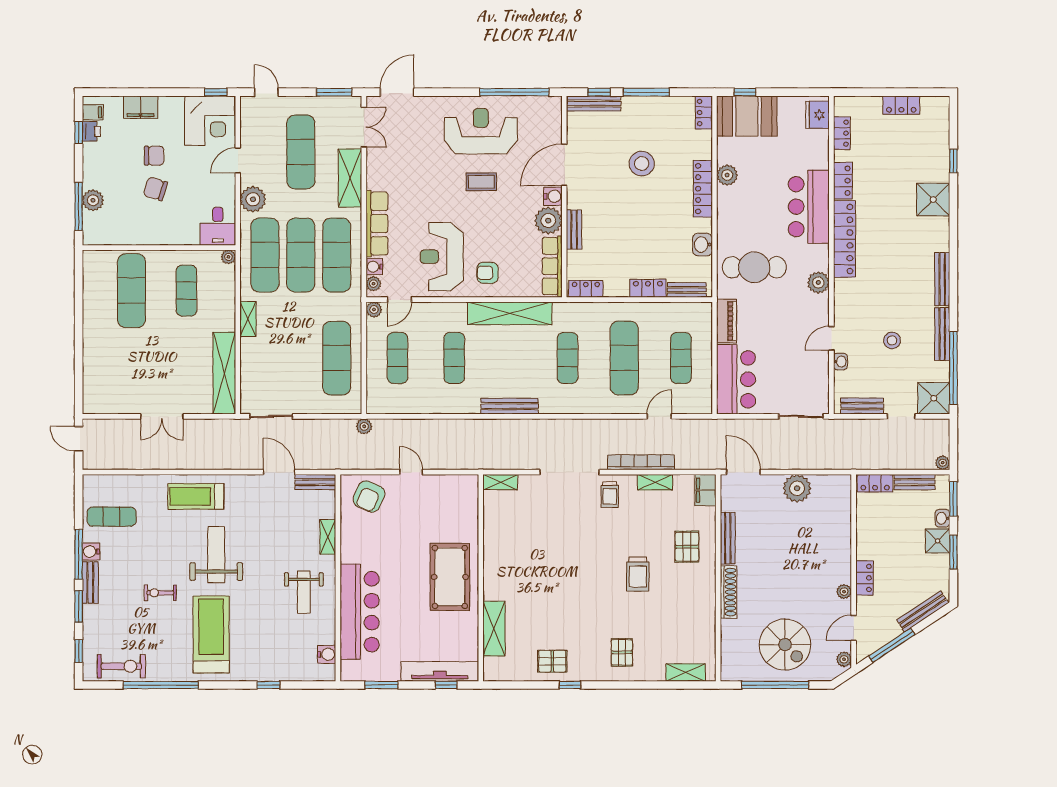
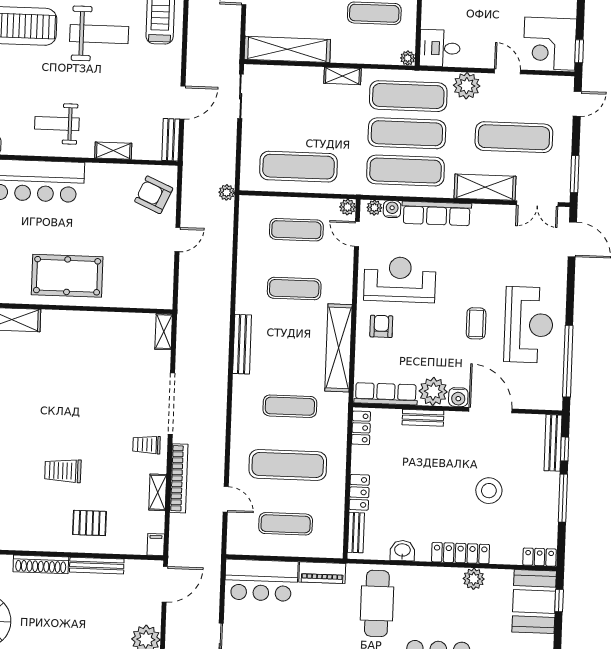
filing cabinet: (705, 490) -> (156, 545), width x0.50

